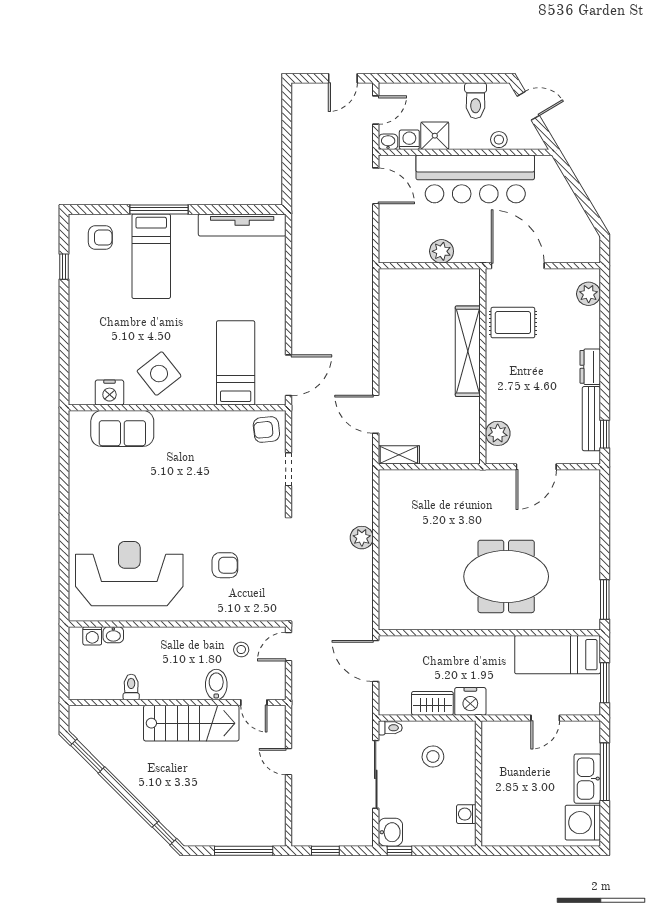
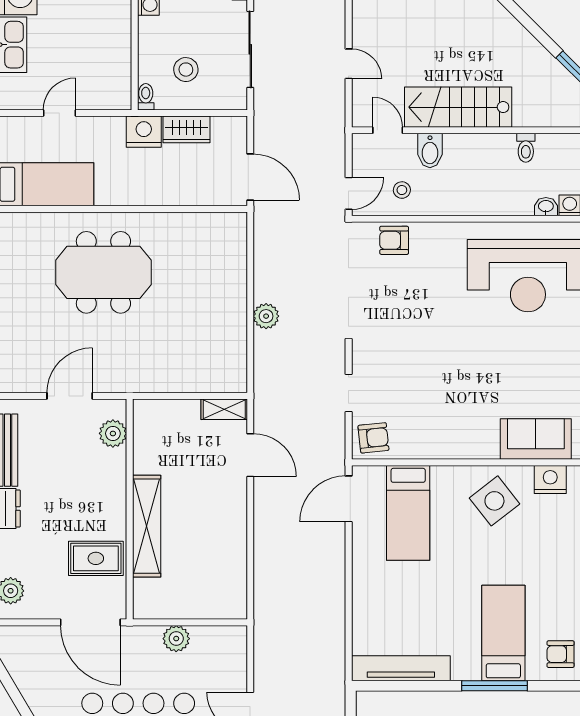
armchair: (225, 565) -> (394, 240), moved
toilet: (390, 728) -> (146, 97), moved, turned 90

